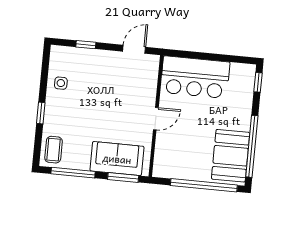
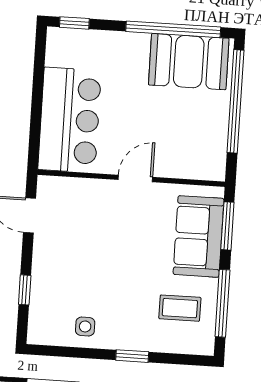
door: (156, 119) -> (135, 178), hinge flipped
coffee table: (54, 150) -> (180, 308), moved

